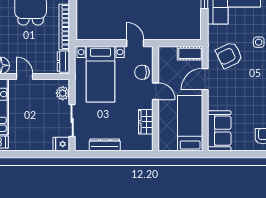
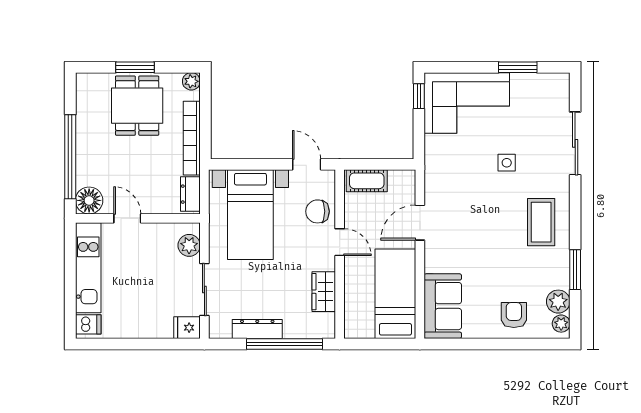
cot: (190, 53) -> (367, 181), moved
armchair: (229, 55) -> (459, 184), removed
window: (122, 154) -> (284, 344), added

